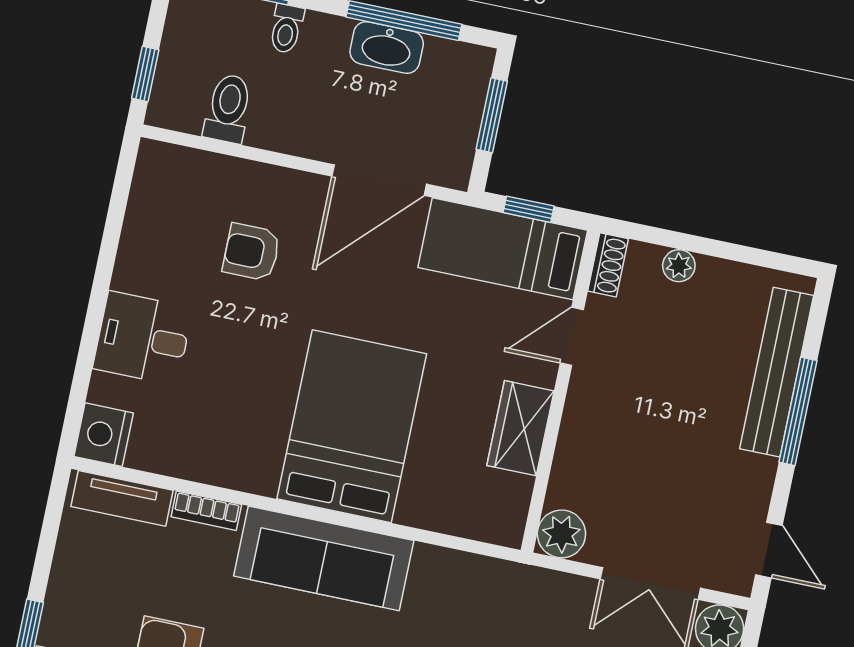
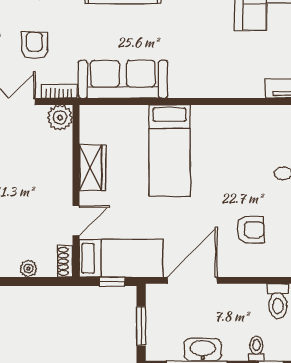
bed: (352, 426) -> (170, 150), width x0.67
bookcase: (206, 511) -> (59, 91), moved
sofa: (324, 558) -> (123, 79), moved

